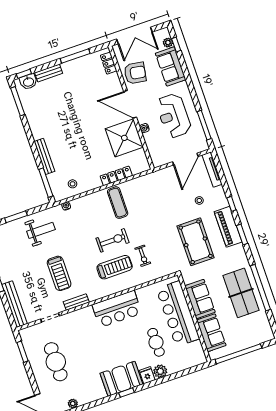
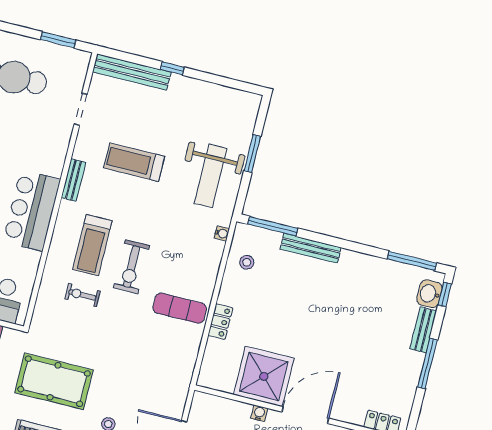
window: (75, 56) -> (427, 363), moved
locker: (116, 176) -> (220, 322), width x0.66
weight bench: (41, 230) -> (211, 176), width x1.36, depth x1.33
bench: (76, 302) -> (73, 180), moved

